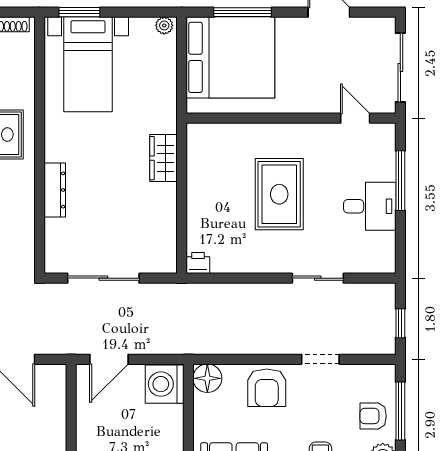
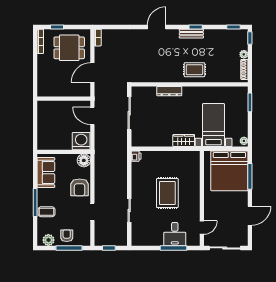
bed with nightstands: (88, 64) -> (214, 125), moved, turned 90
rug: (279, 194) -> (167, 193), turned 90
desk: (370, 206) -> (175, 234), moved
armchair: (267, 388) -> (80, 187), turned -90

